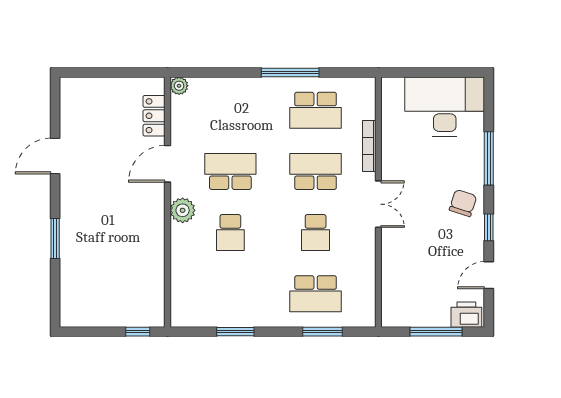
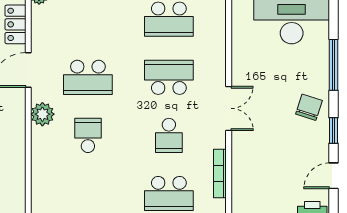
bookcase: (369, 146) -> (220, 173), moved
school desk: (230, 171) -> (88, 77), turned 180
school desk: (230, 233) -> (88, 135), turned 180

